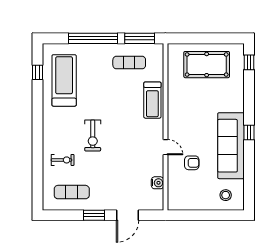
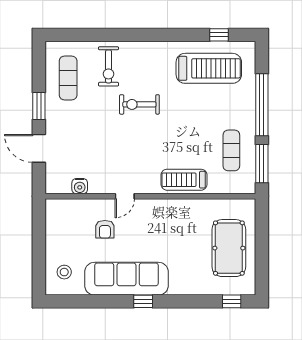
exercise bike: (63, 160) -> (109, 66), width x1.38, depth x1.39

